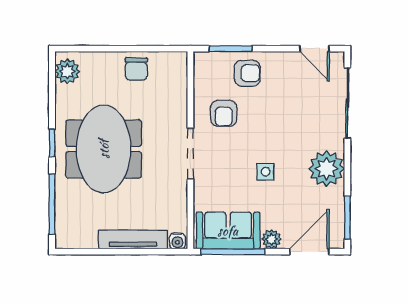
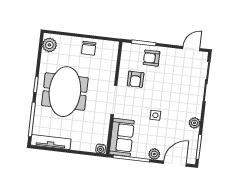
door: (314, 49) -> (191, 49), swing flipped
armchair: (247, 73) -> (152, 58), turned 180
plant: (327, 169) -> (194, 123), width x0.53, depth x0.53
sofa: (228, 231) -> (122, 137), moved, turned 90
tv unit: (133, 240) -> (51, 142), moved

